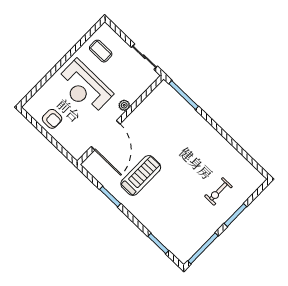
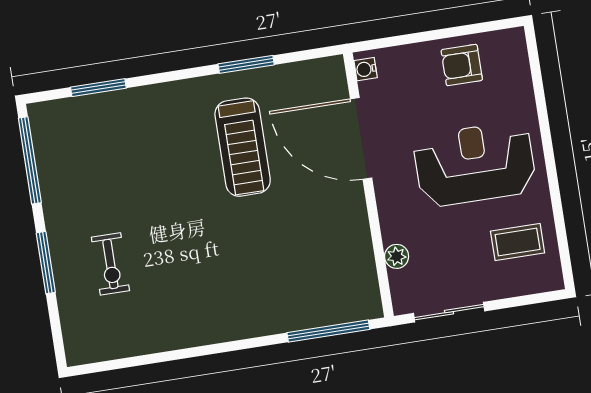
plant: (124, 105) -> (397, 256), moved
water cooler: (80, 152) -> (366, 69), added
exercise bike: (218, 191) -> (110, 264), turned 180

